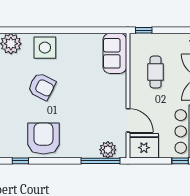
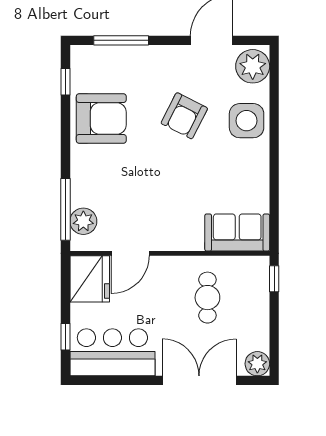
cafe table: (156, 72) -> (207, 298), turned 90

